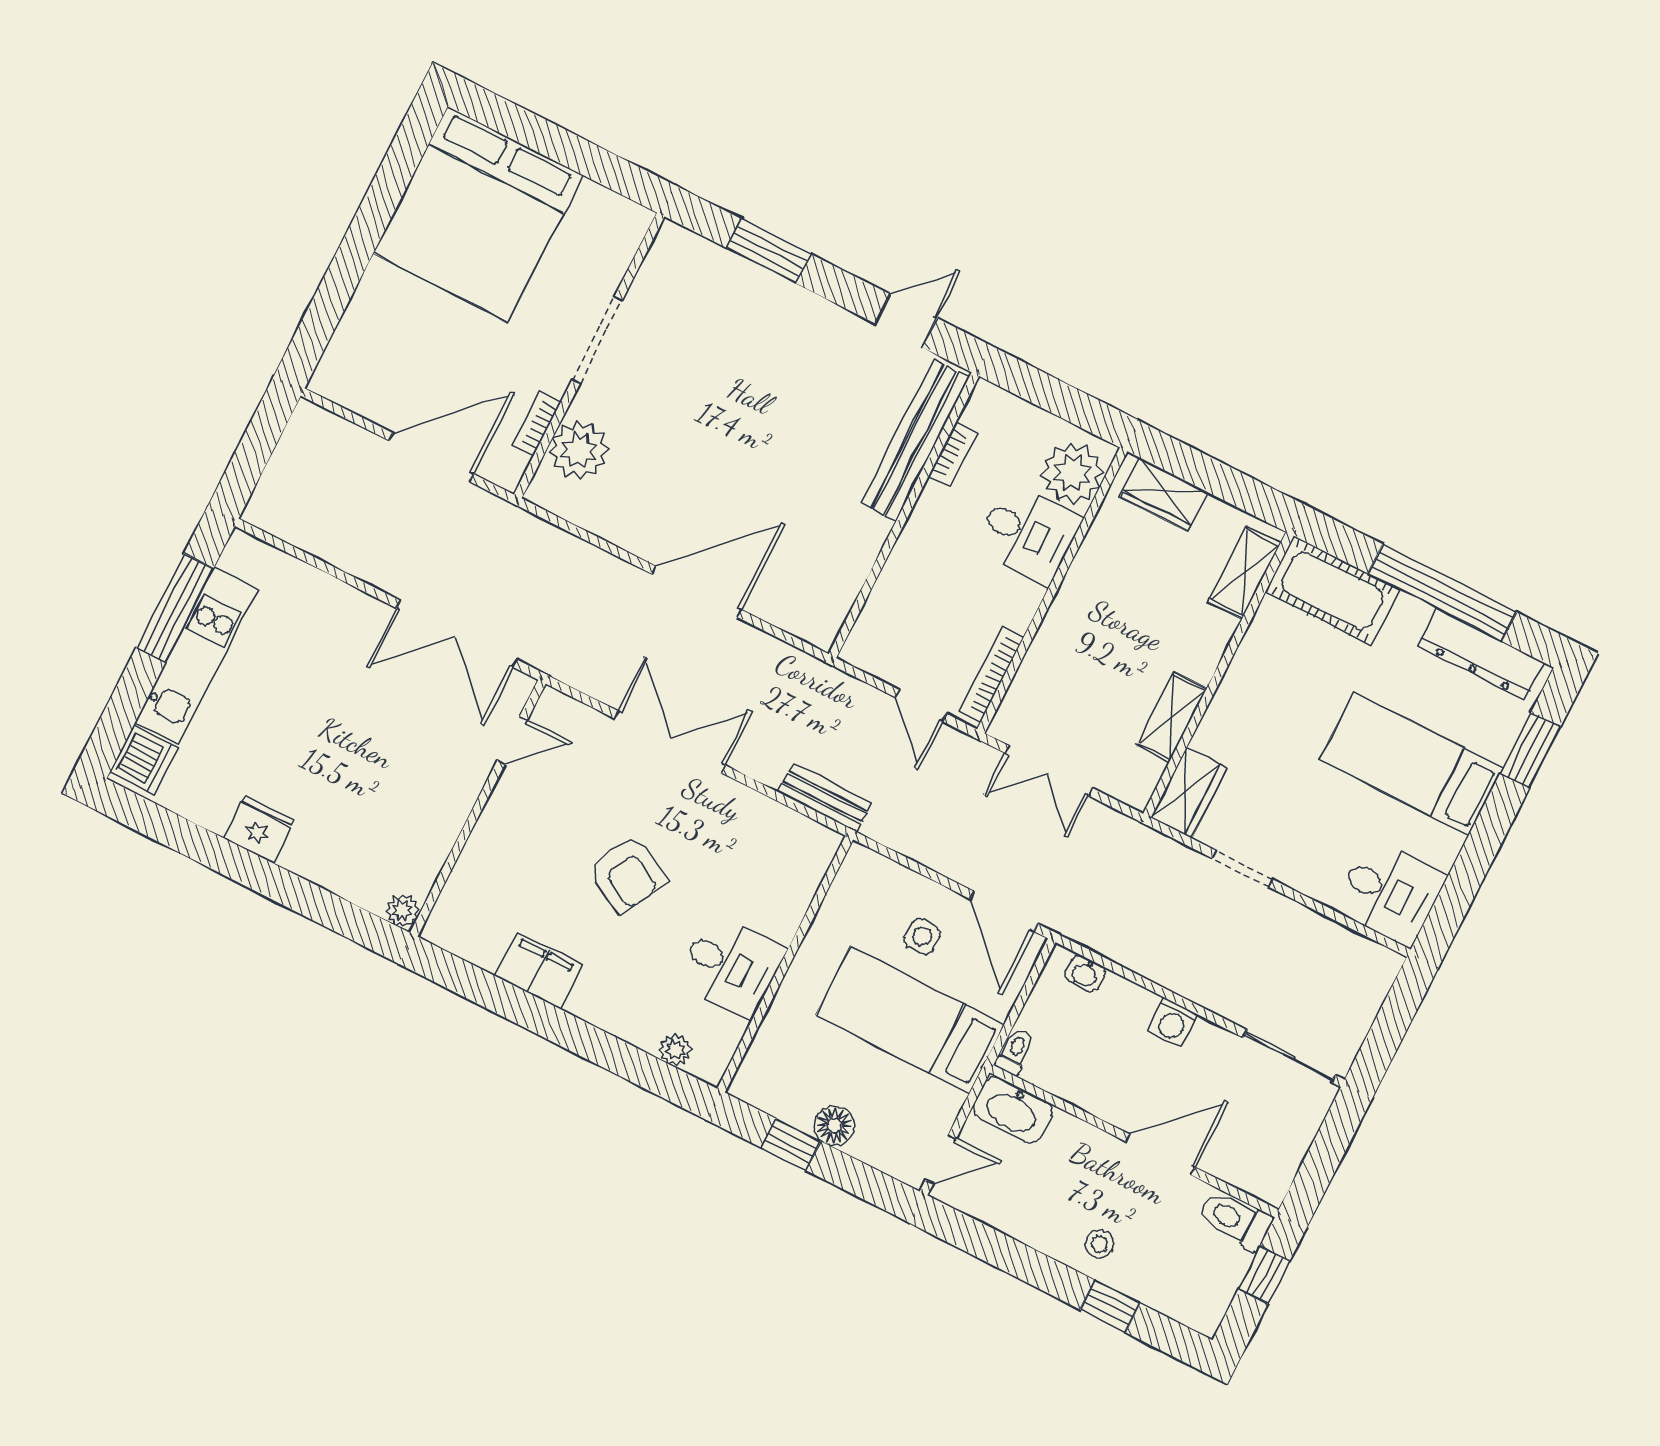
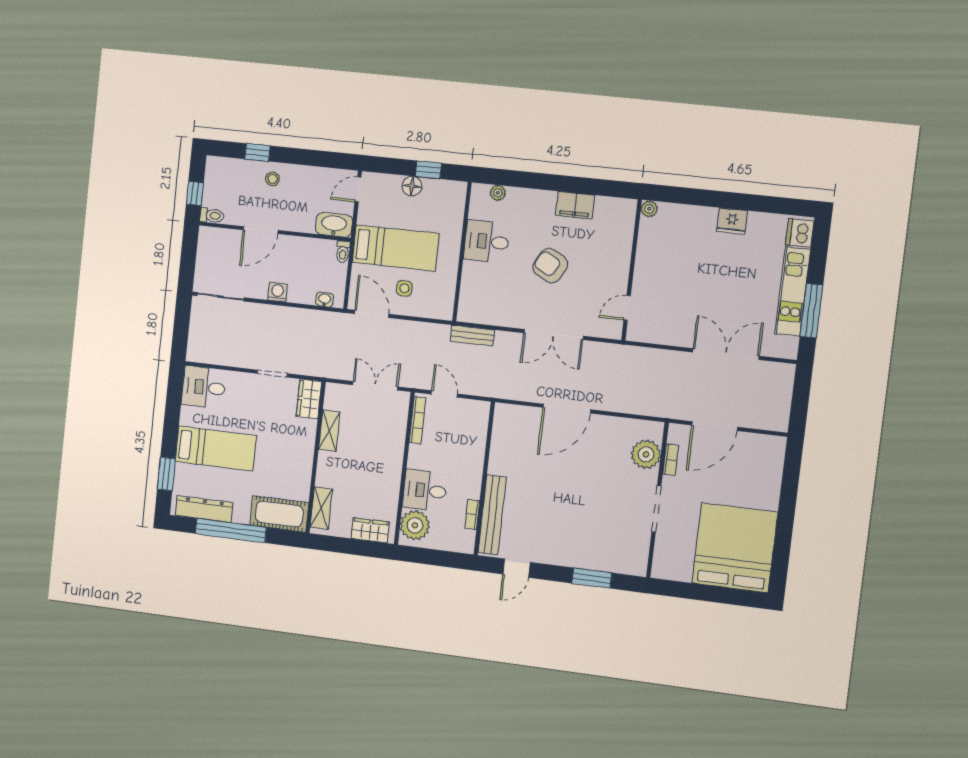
double door: (457, 634) -> (726, 354), moved
toilet: (1235, 1220) -> (212, 216), width x0.73, depth x0.72

